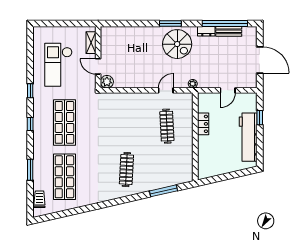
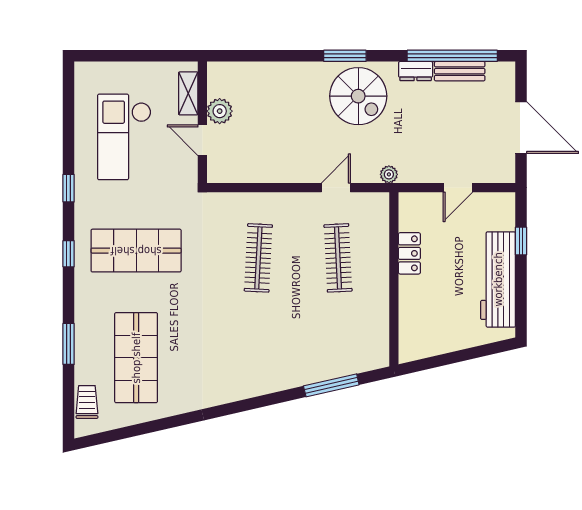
plant: (107, 82) -> (220, 111), moved
shop shelf: (64, 122) -> (136, 251), turned 90
clothes rail: (126, 170) -> (258, 258), moved

